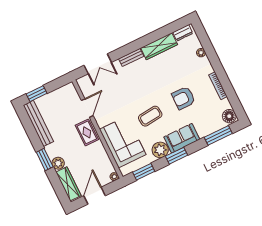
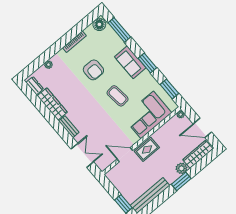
plant: (160, 150) -> (146, 79), removed

